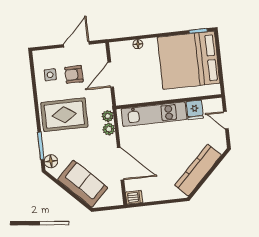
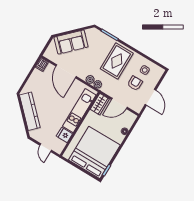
door: (111, 75) -> (119, 103), swing flipped
wardrobe: (129, 96) -> (100, 104), added
door: (226, 120) -> (46, 148), swing flipped
floor lamp: (51, 161) -> (97, 34), removed
door: (121, 164) -> (66, 71), hinge flipped

